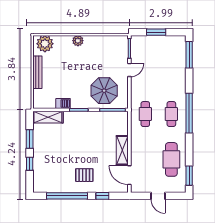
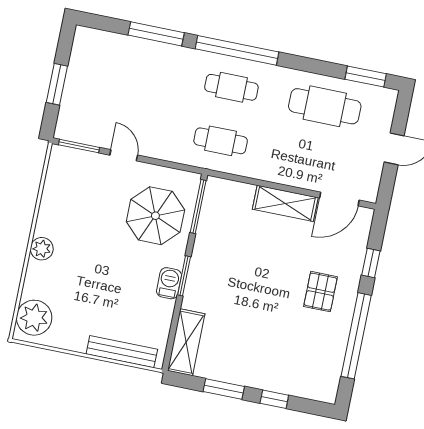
window: (189, 55) -> (156, 34), moved
bench: (37, 72) -> (122, 352), moved
barbecue: (63, 103) -> (169, 283), moved

